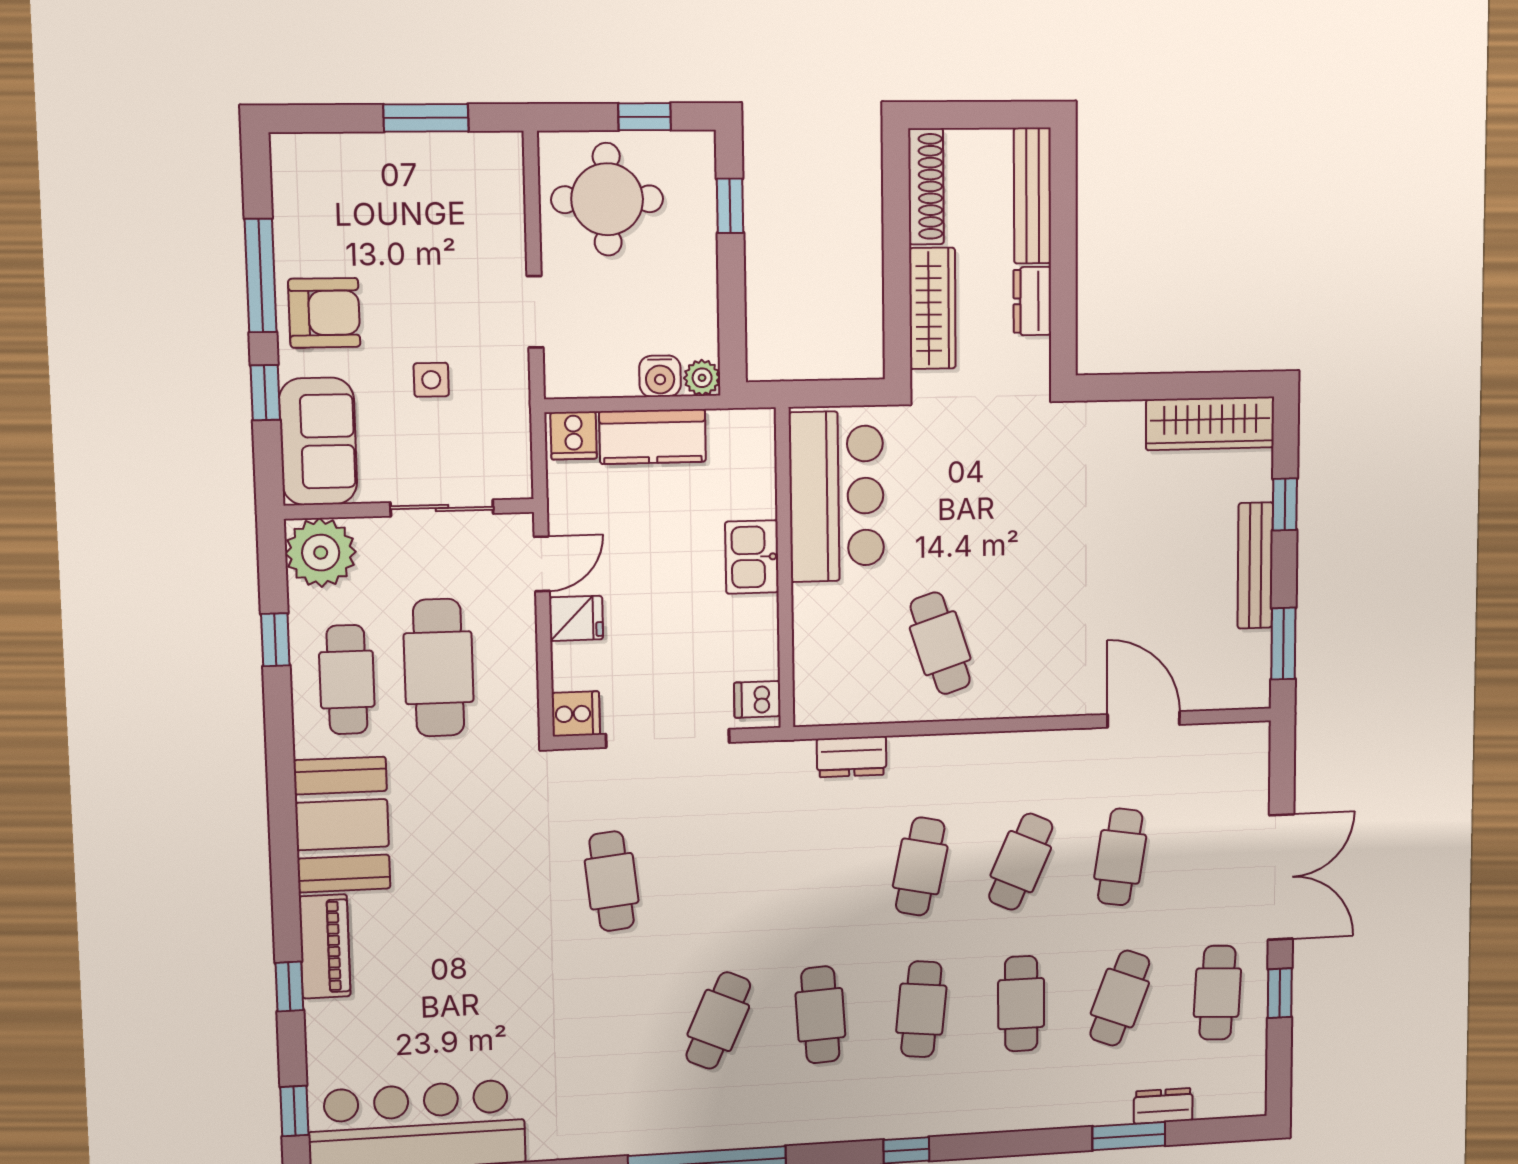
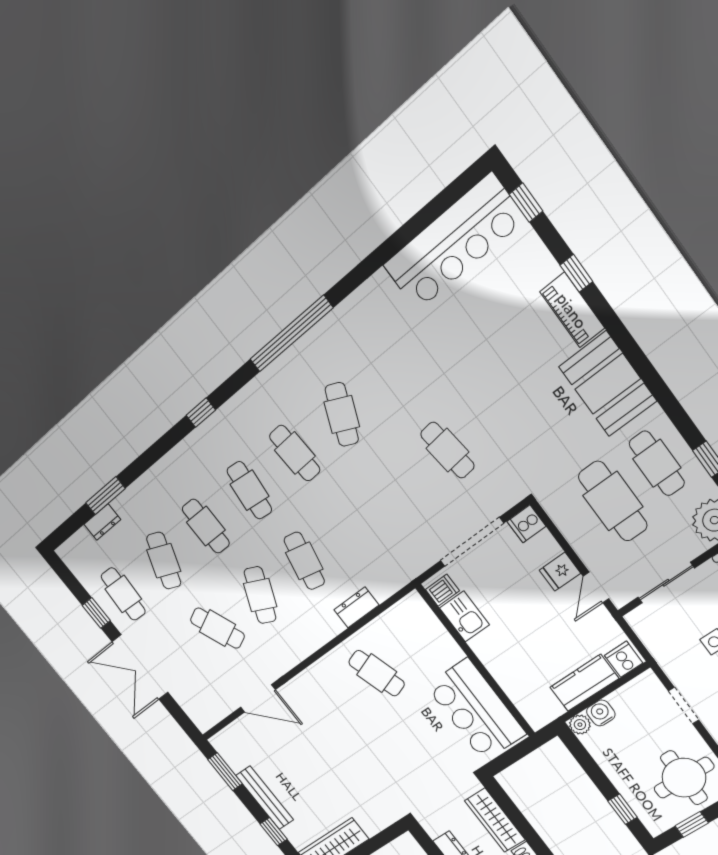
kitchen sink: (752, 557) -> (465, 616), moved
dresser: (852, 757) -> (356, 607), moved
cafe table: (1120, 857) -> (217, 628), turned -33

